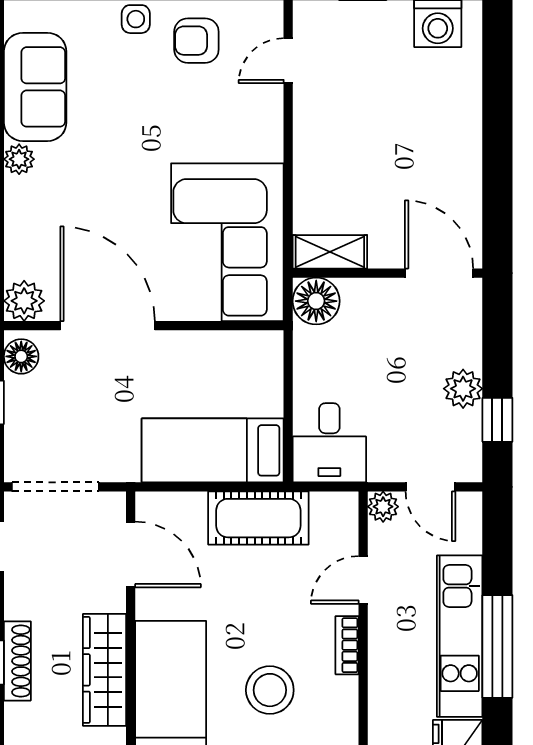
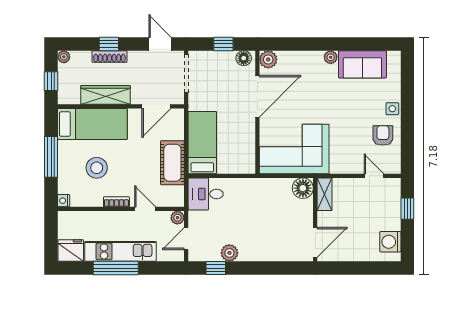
shelving: (330, 252) -> (325, 194), moved
wall: (388, 273) -> (315, 220), moved
door: (439, 273) -> (315, 242), moved
floor lamp: (316, 301) -> (303, 188), moved

